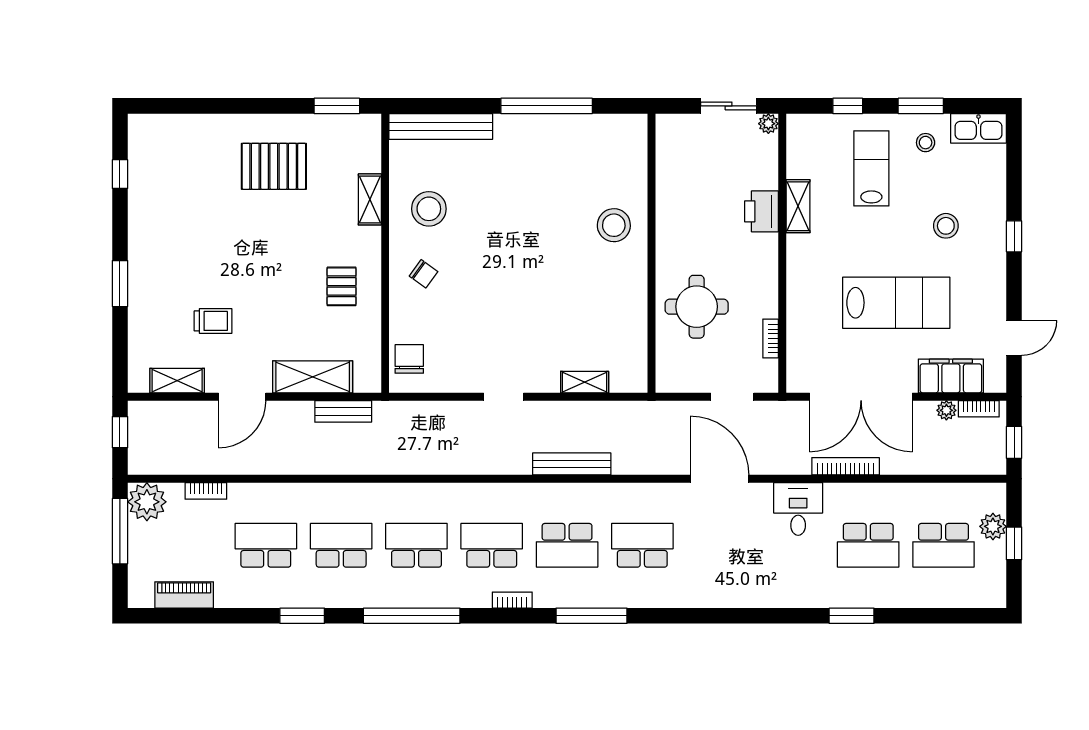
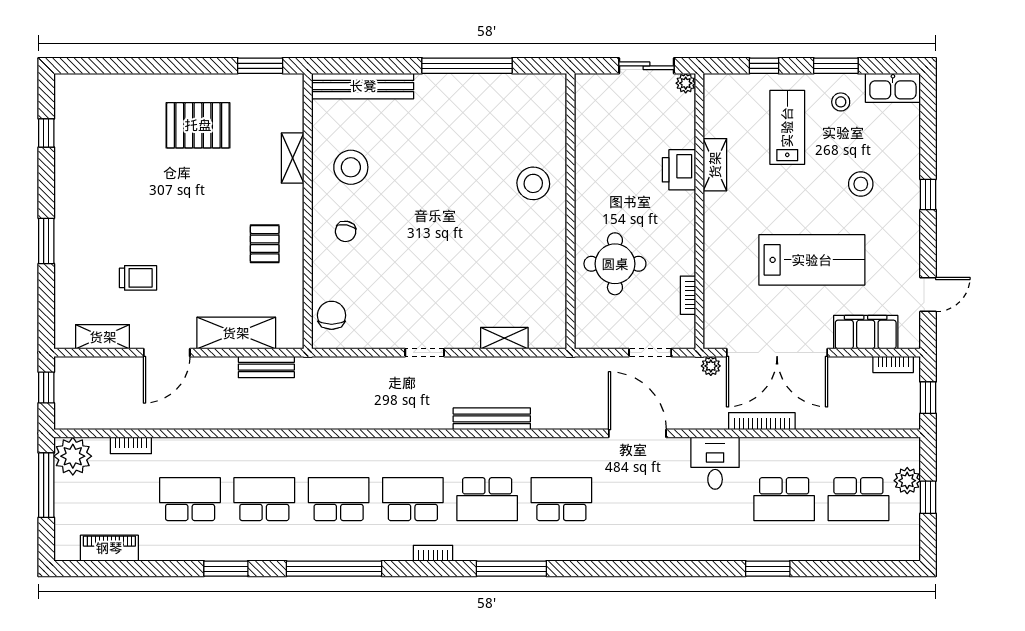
chair: (424, 274) -> (346, 231), turned 65
plant: (946, 410) -> (711, 366), moved

